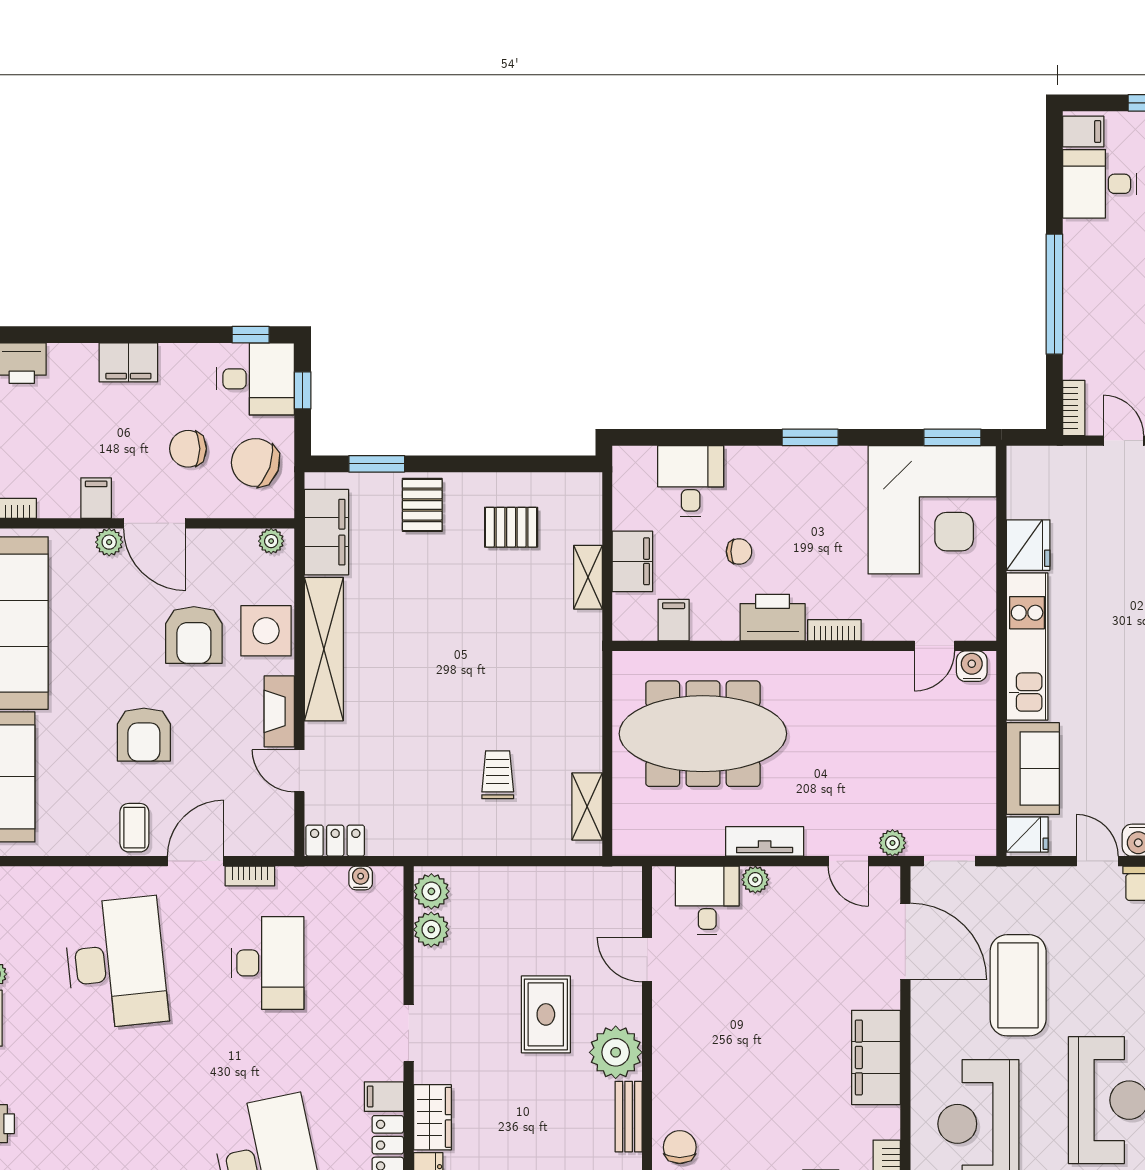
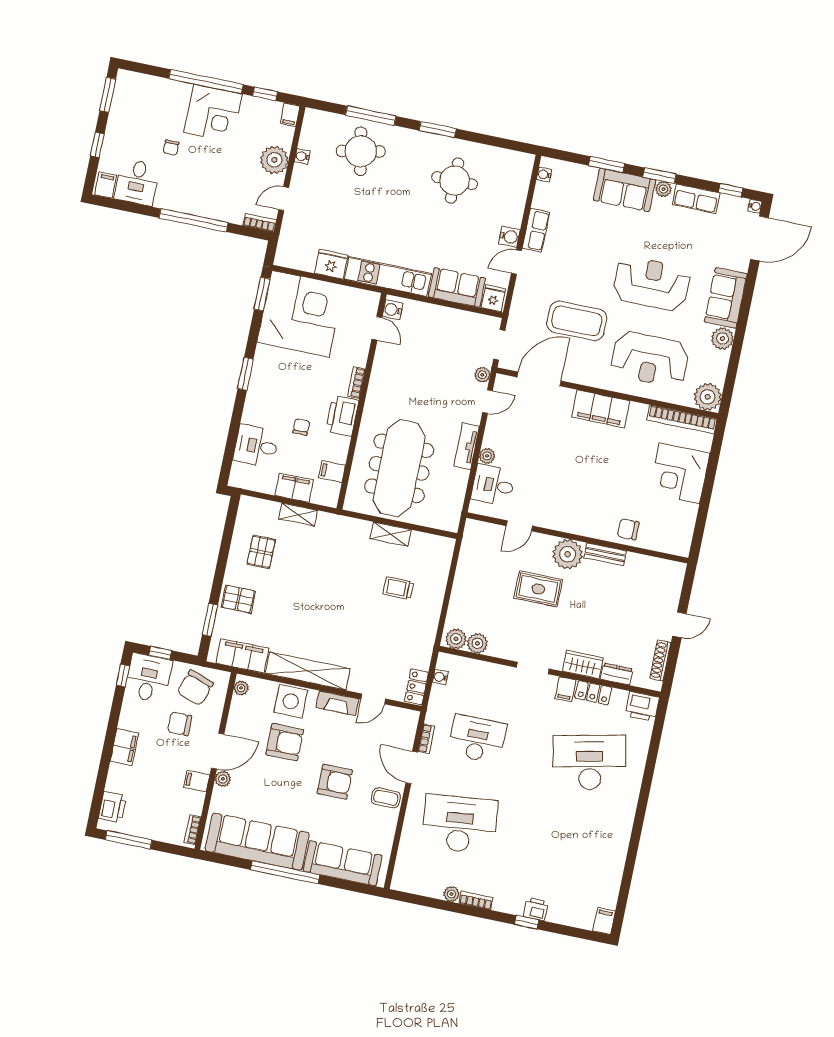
chair: (188, 449) -> (180, 724), turned 90
shelving: (587, 807) -> (391, 534), moved

